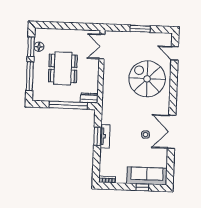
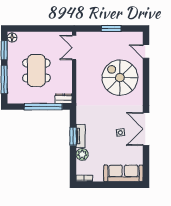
floor lamp: (39, 47) -> (12, 38), moved
plant: (106, 155) -> (82, 154), added
window: (142, 187) -> (119, 185), removed

